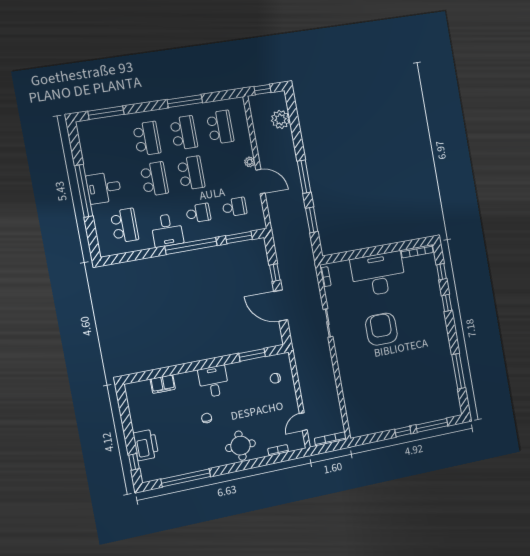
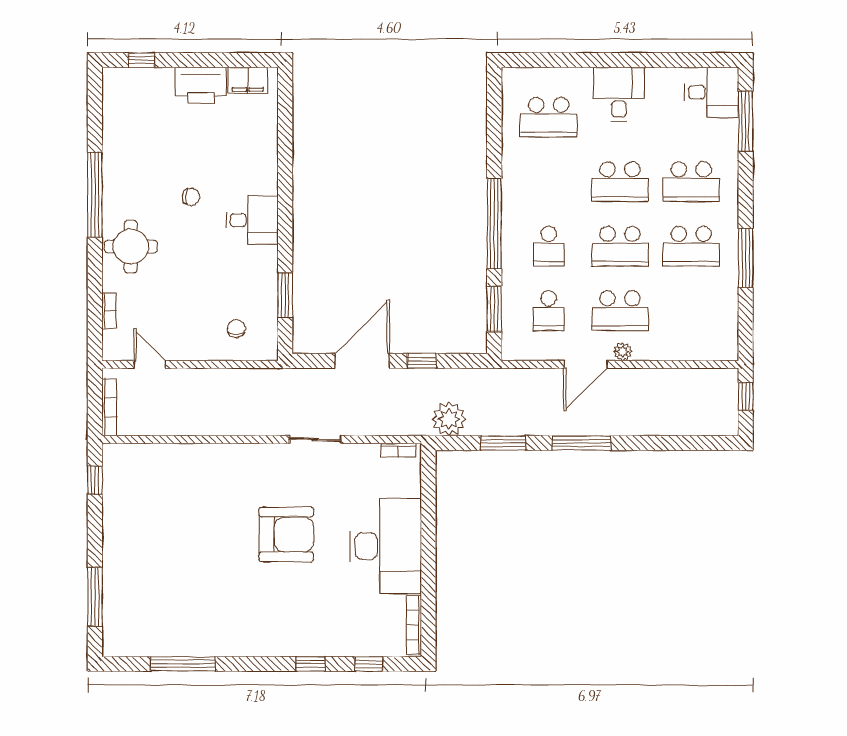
plant: (280, 119) -> (449, 419), moved
school desk: (220, 127) -> (620, 311), moved
window: (84, 191) -> (619, 60), removed
desk: (167, 230) -> (711, 92), moved, turned 180
filing cabinet: (163, 384) -> (248, 80), moved, turned -90
window: (403, 432) -> (95, 480), moved
printer: (146, 445) -> (201, 85), moved
window: (186, 478) -> (95, 195), moved

